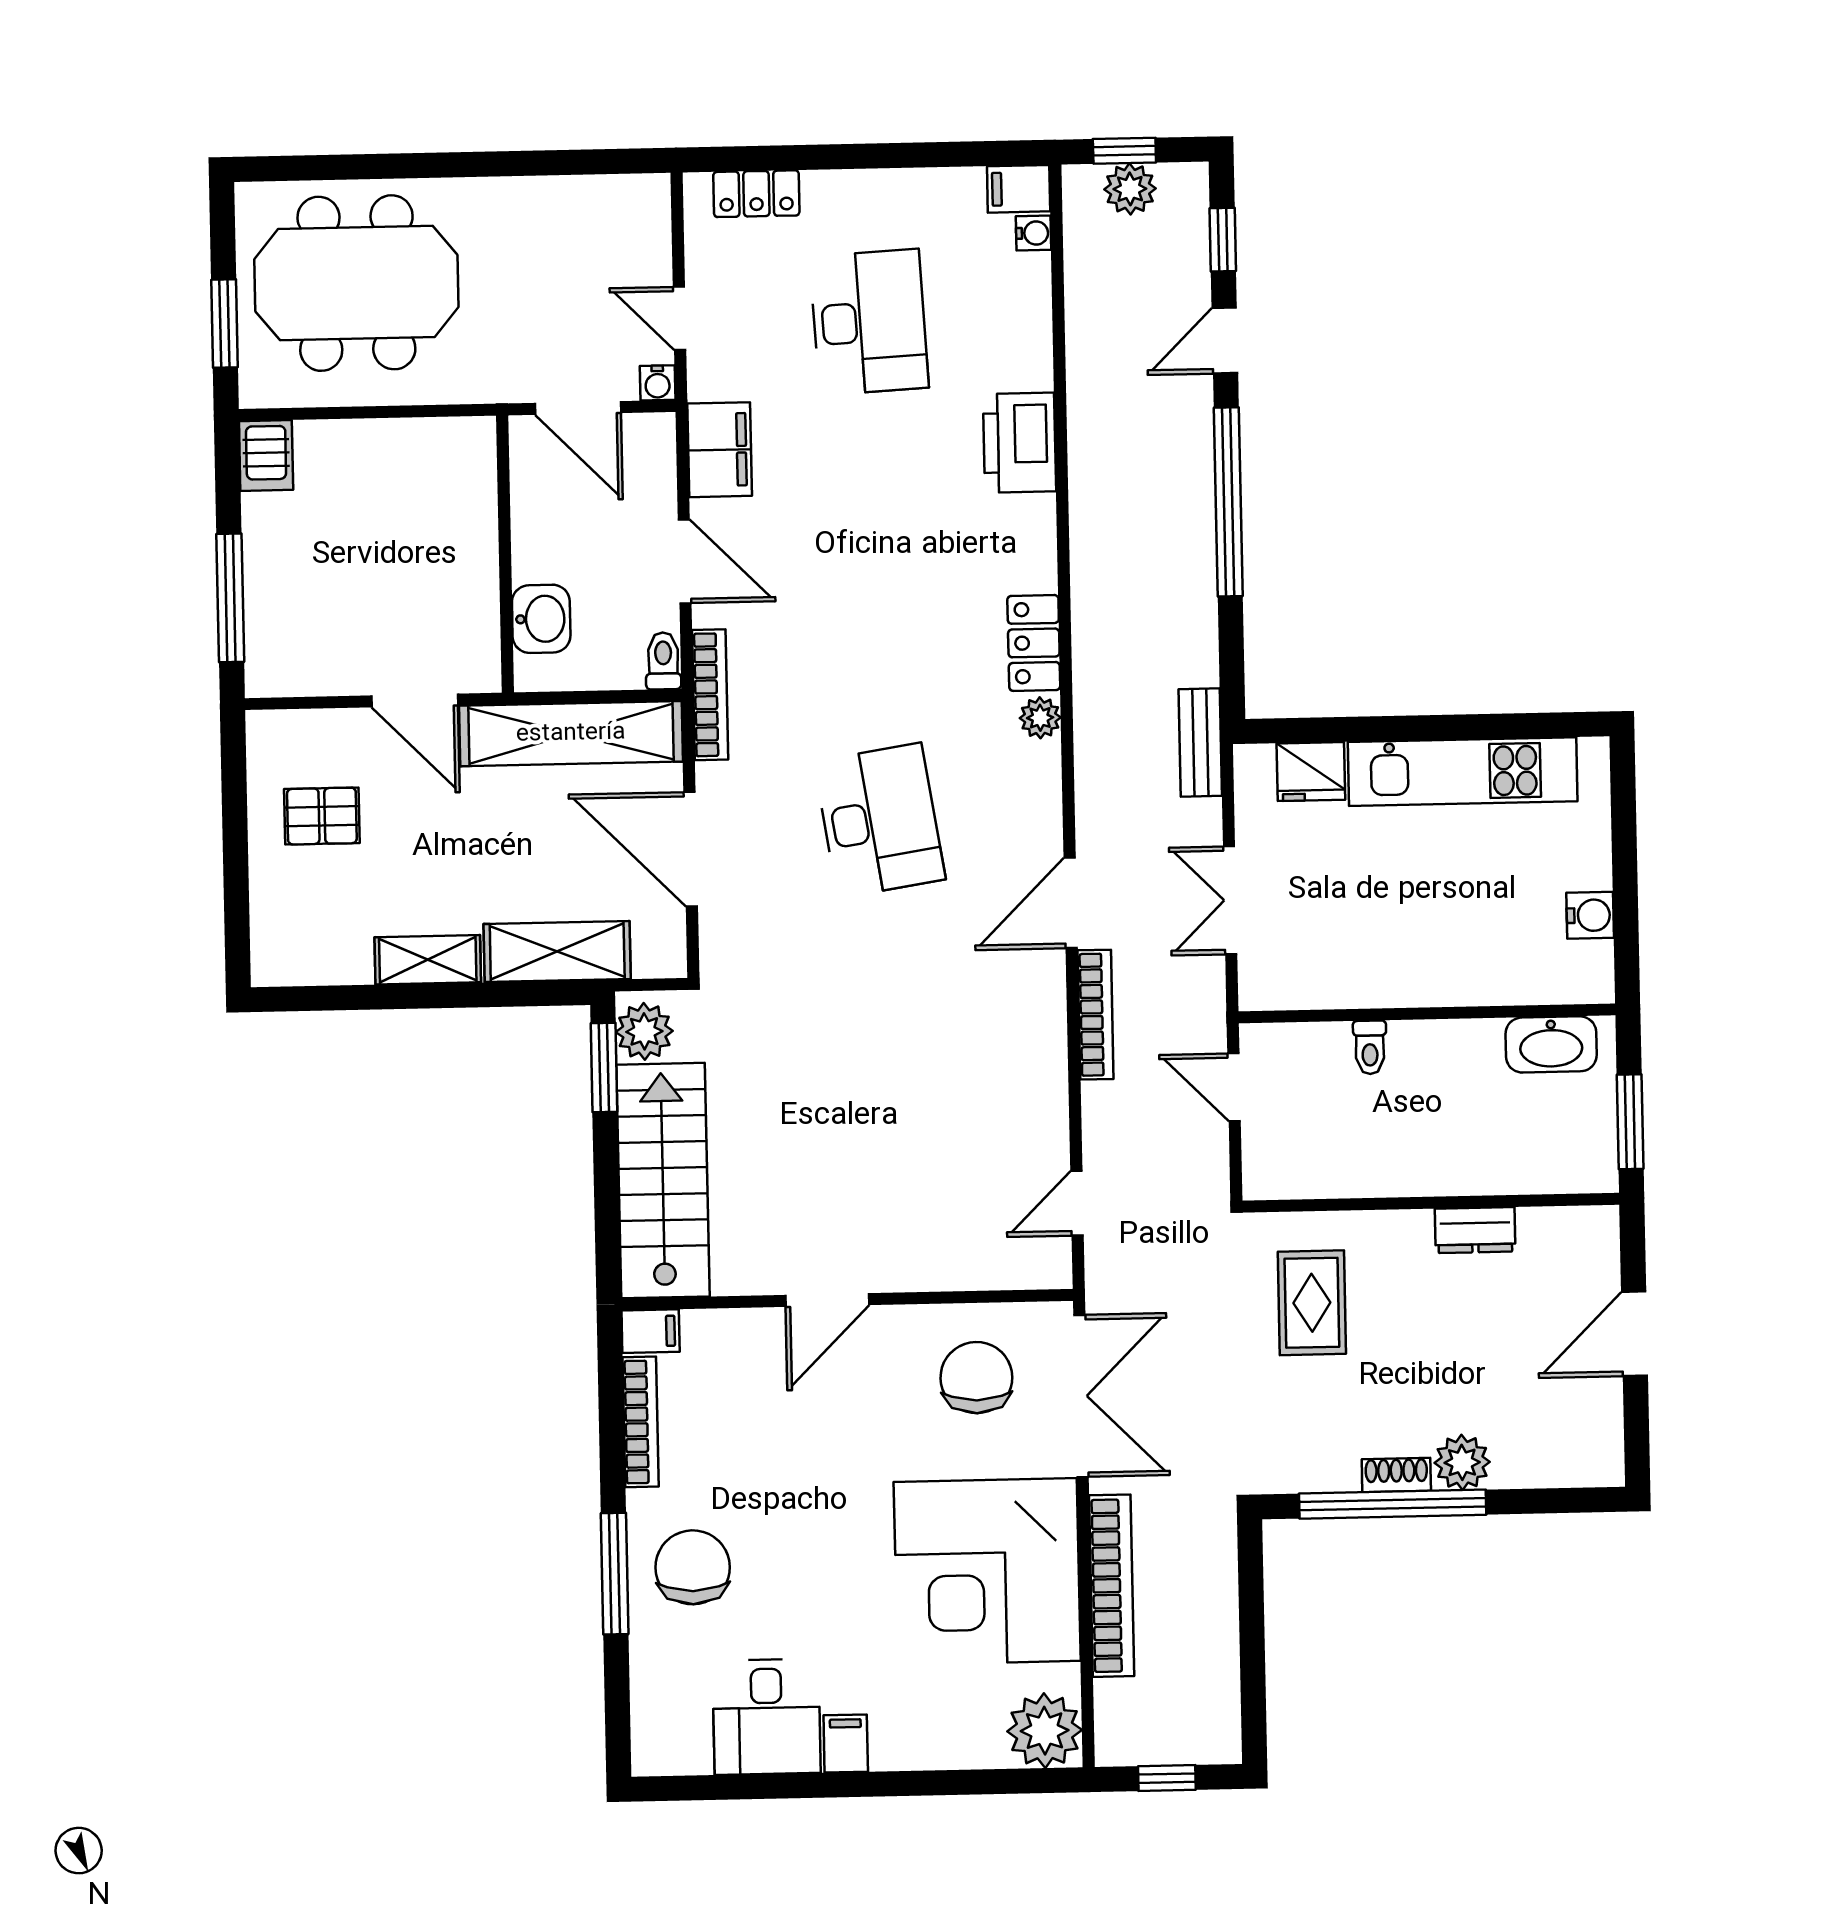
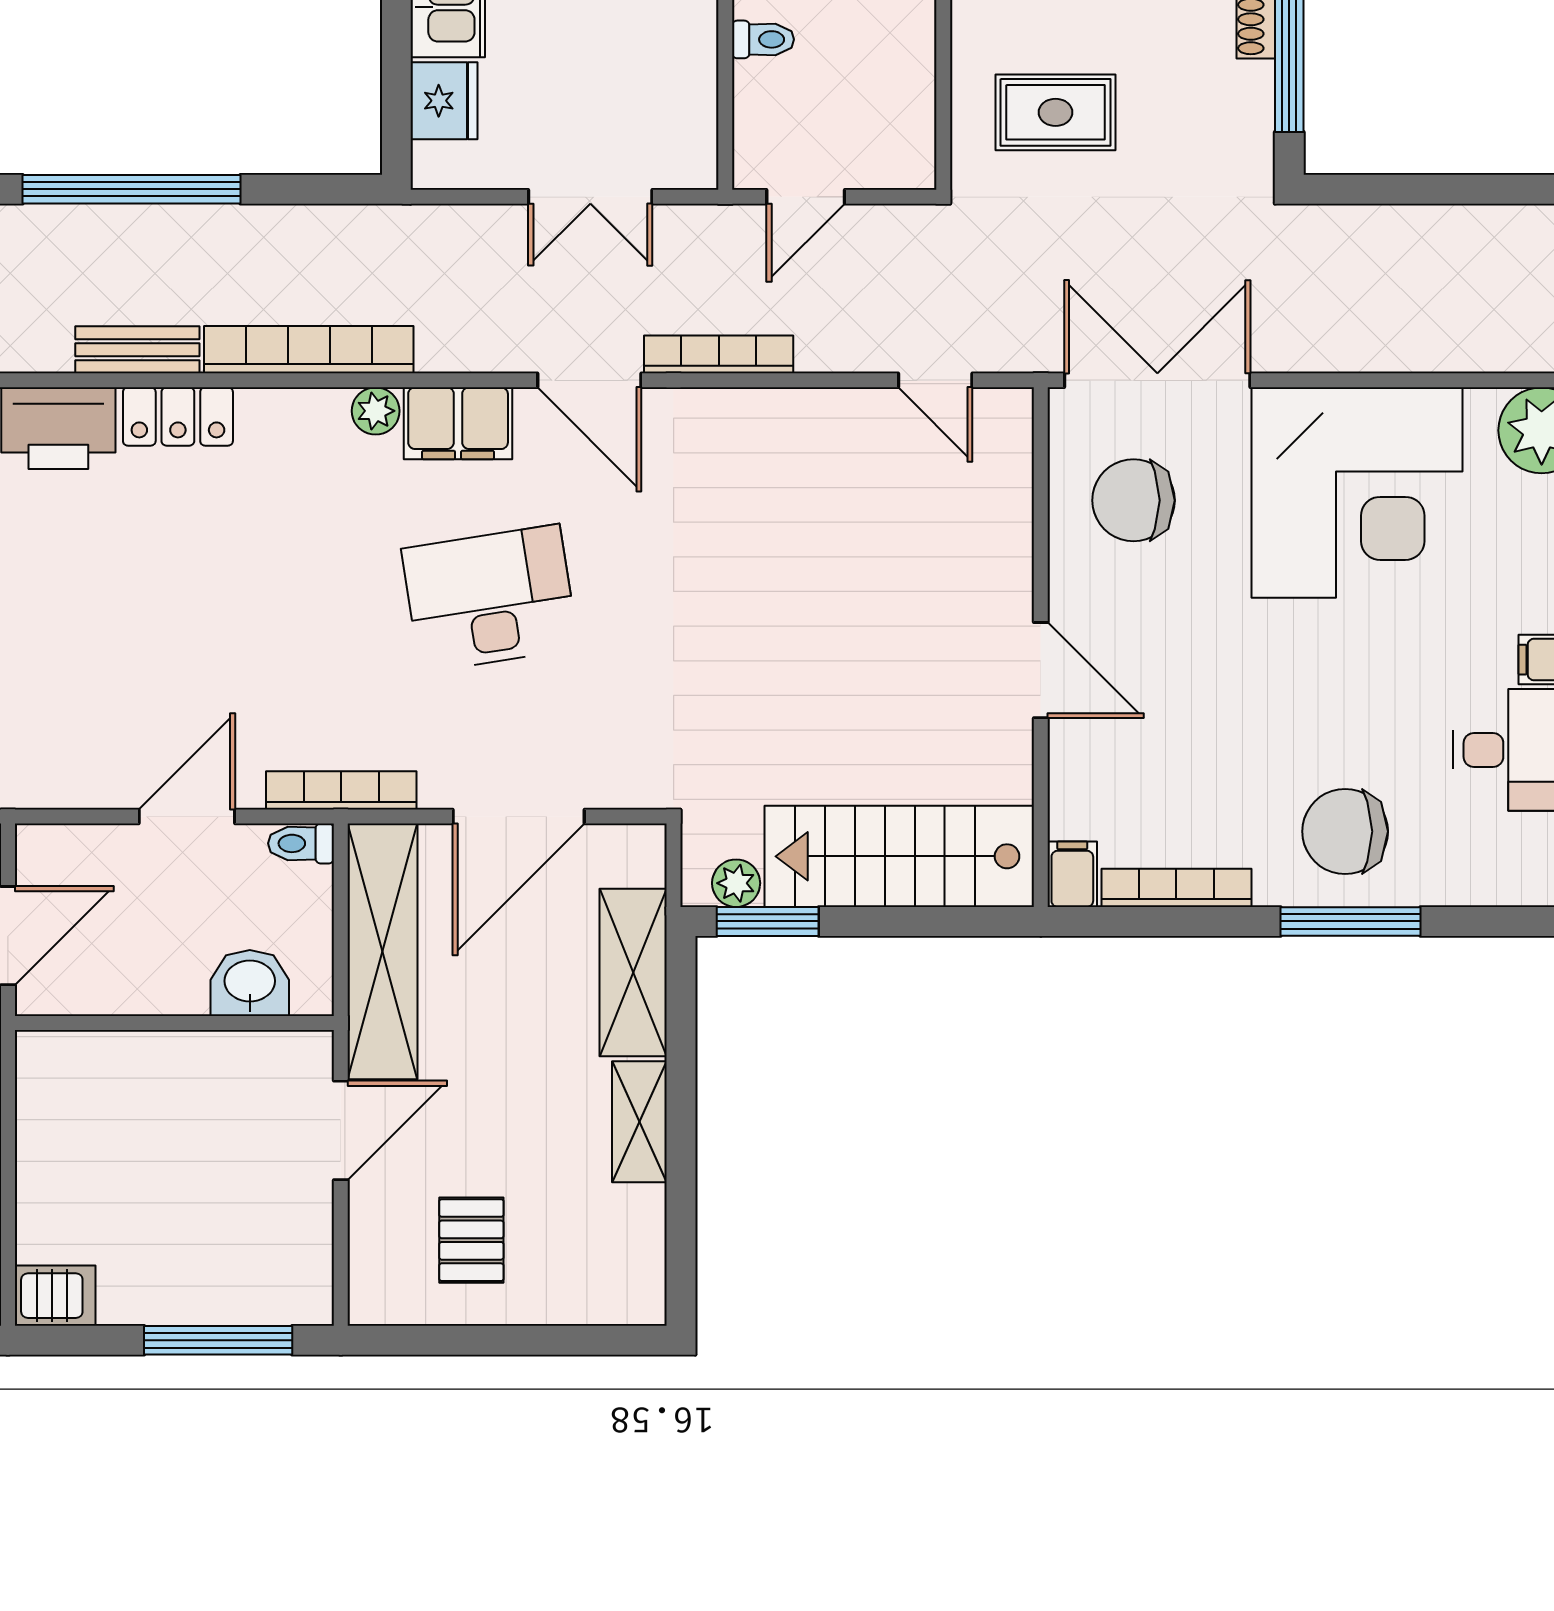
filing cabinet: (720, 450) -> (458, 423), moved, turned 180
locker: (1034, 643) -> (178, 416), moved
bench: (1200, 743) -> (137, 350), moved
plant: (644, 1031) -> (736, 883), width x0.73, depth x0.73
bookcase: (1112, 1586) -> (309, 350), moved

